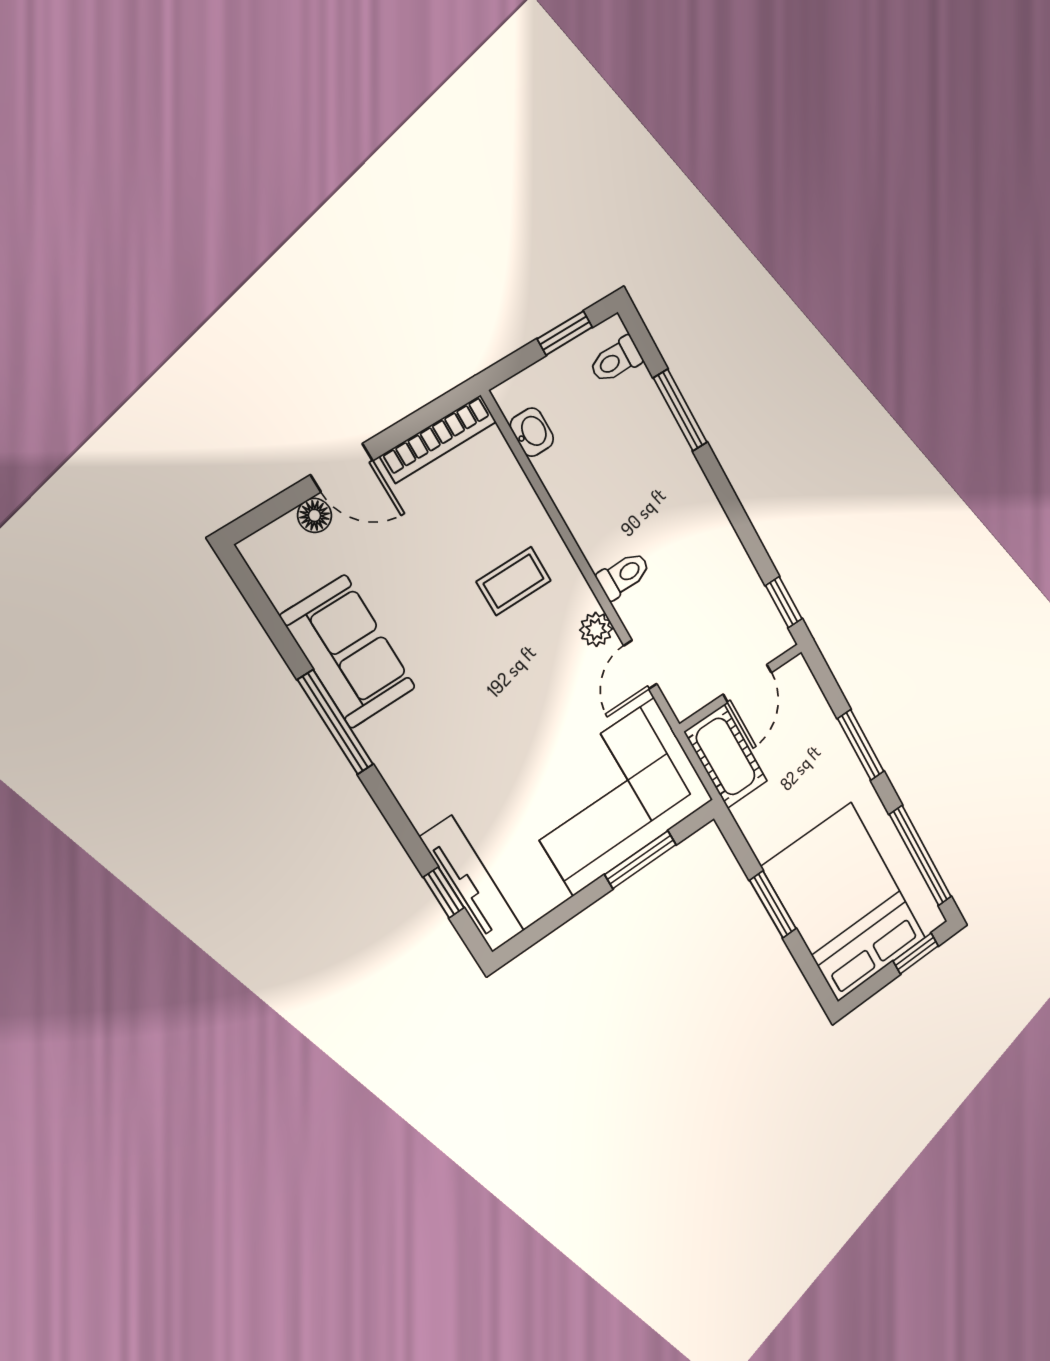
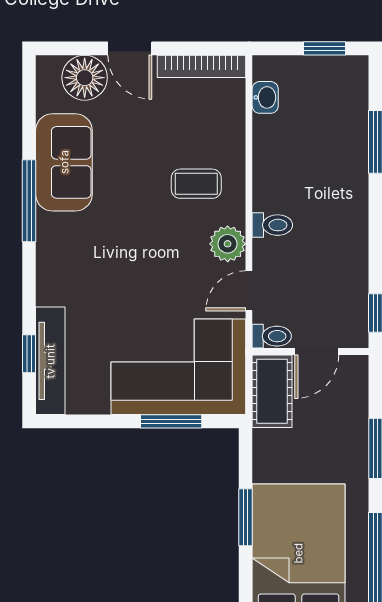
toilet: (616, 360) -> (272, 336), moved, turned 180
floor lamp: (315, 515) -> (85, 78), width x1.89, depth x1.89
plant: (596, 629) -> (228, 244), width x1.38, depth x1.38

